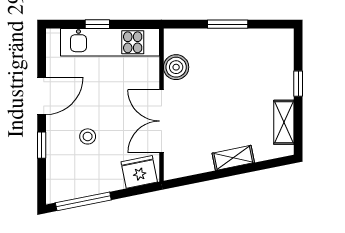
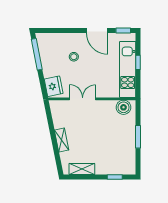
boiler: (176, 67) -> (123, 107), moved
window: (298, 84) -> (115, 177), moved
double door: (161, 121) -> (83, 99), width x0.73
window: (42, 145) -> (123, 30), moved

